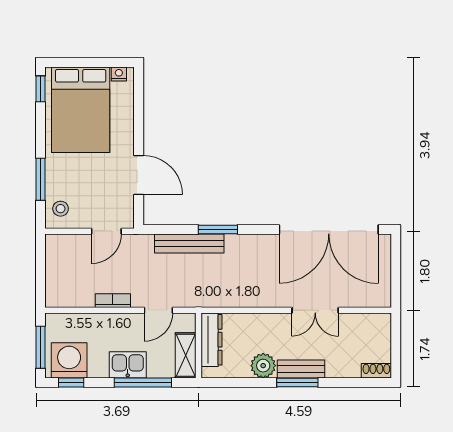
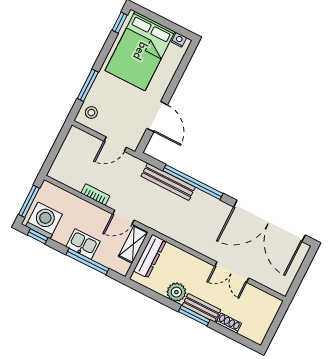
window: (218, 229) -> (193, 182), width x2.11
shelving: (186, 355) -> (133, 244), moved
shoe rack: (376, 371) -> (229, 323), moved

